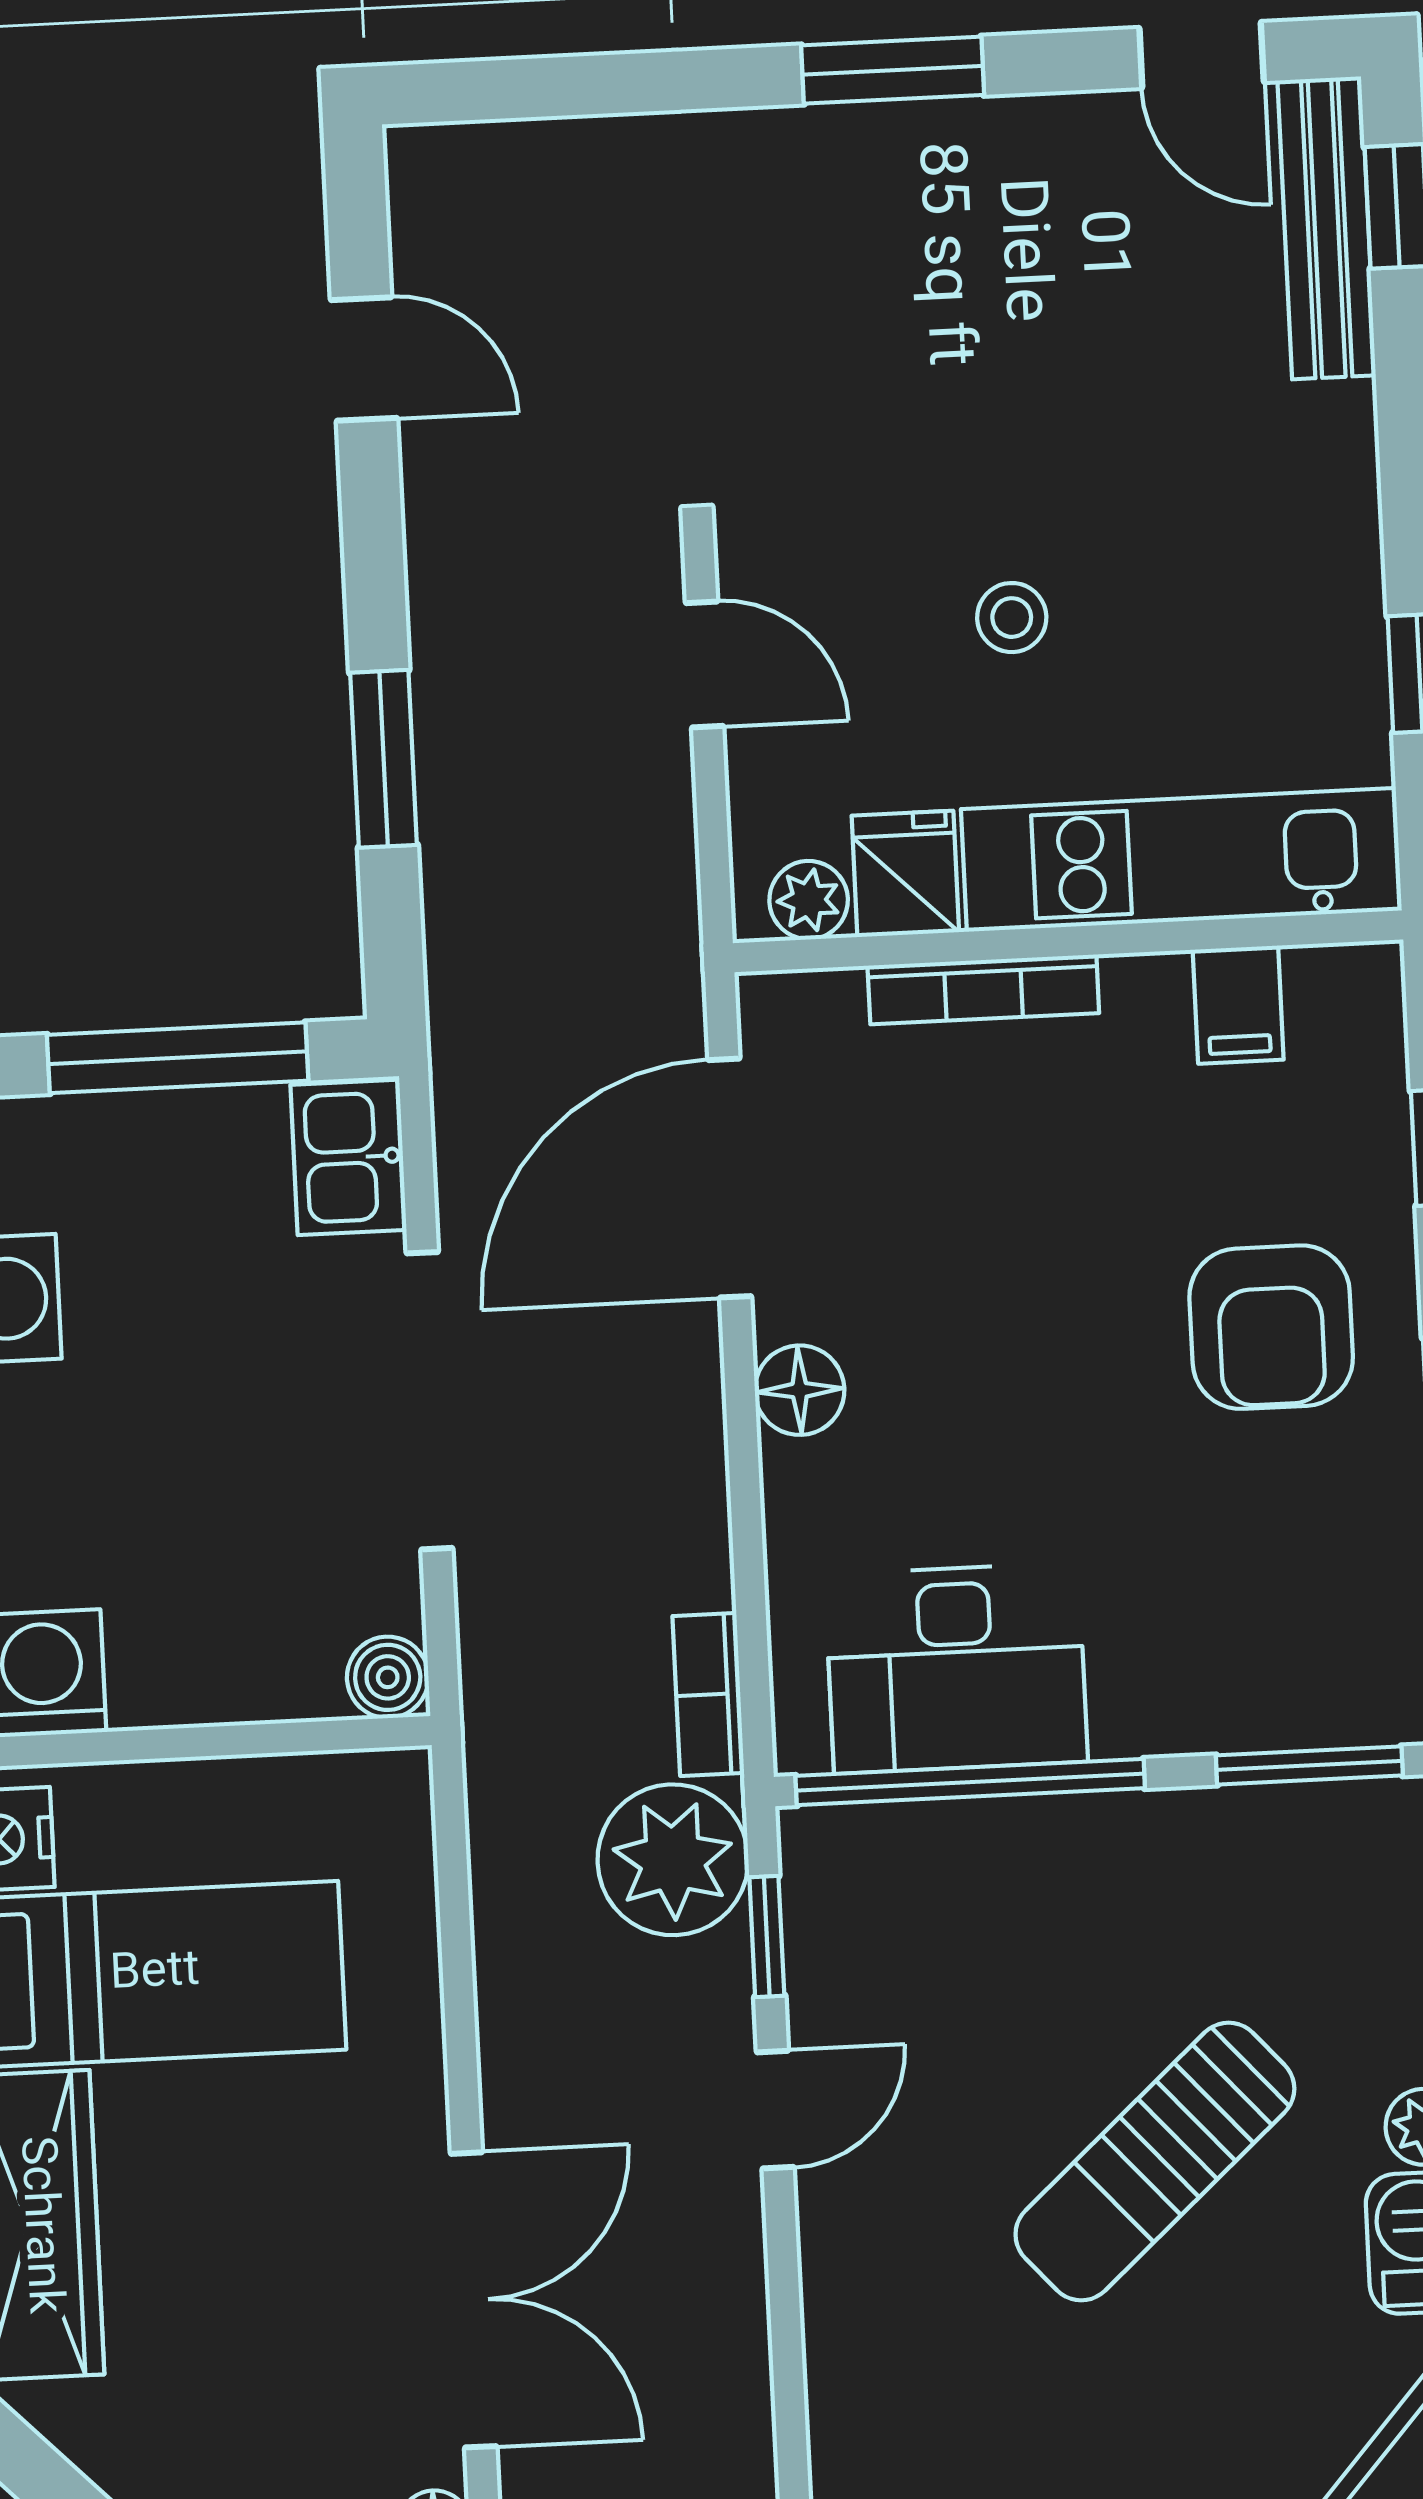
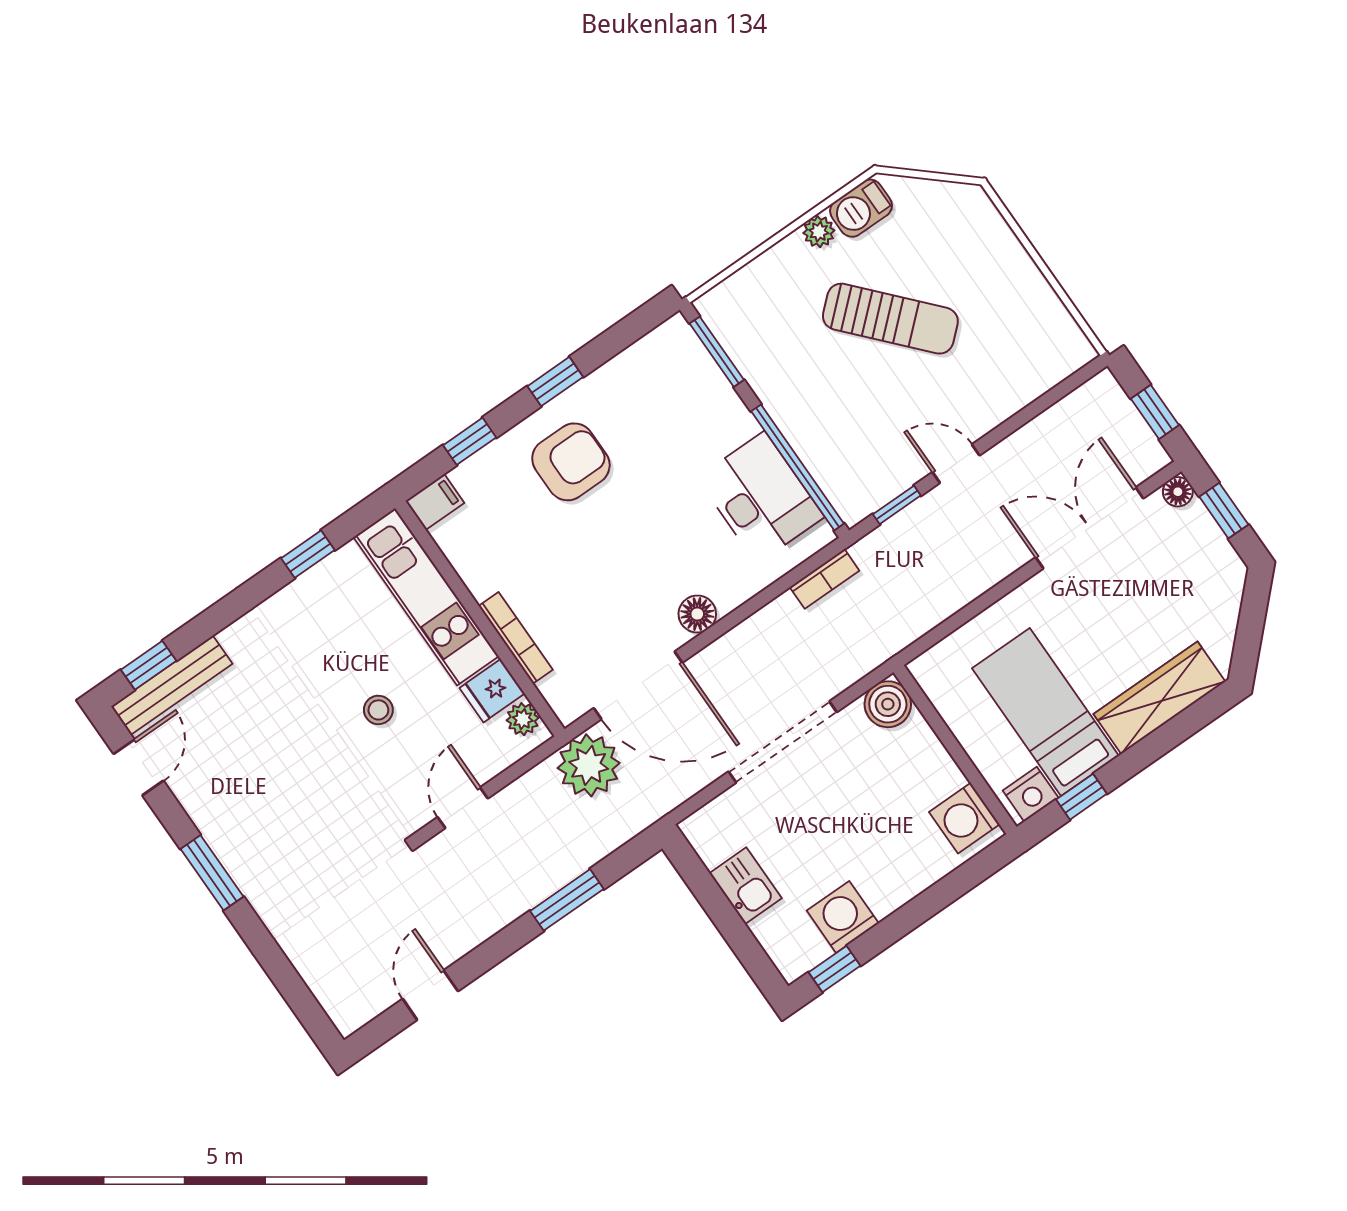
filing cabinet: (1238, 1005) -> (435, 502), moved
window: (178, 1058) -> (718, 906), removed
kitchen sink: (348, 1157) -> (746, 886), moved, turned -90
boiler: (388, 1677) -> (888, 704), width x1.36, depth x1.36
plant: (673, 1860) -> (589, 765), moved

